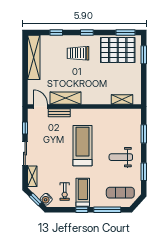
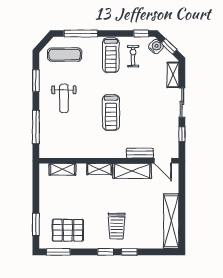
window: (56, 32) -> (129, 252), moved
pallet: (118, 50) -> (68, 230), width x0.73, depth x0.71
trolley: (78, 53) -> (117, 226), turned 90
shelving: (92, 100) -> (99, 169), added
window: (144, 134) -> (36, 127), width x1.44
treadmill: (83, 146) -> (111, 112), width x0.73, depth x0.73
weight bench: (121, 157) -> (64, 98), turned 90
window: (82, 210) -> (141, 33), moved

